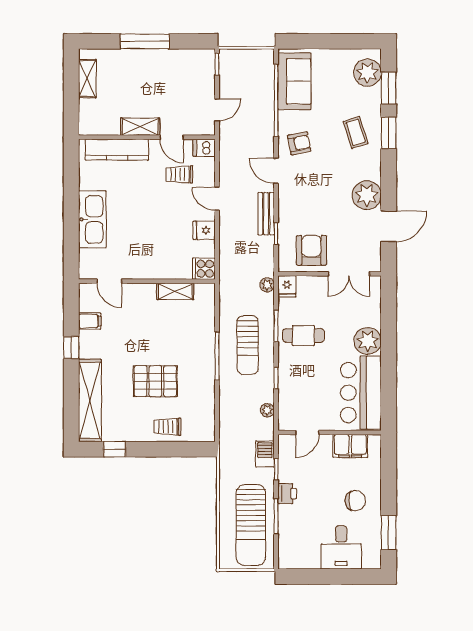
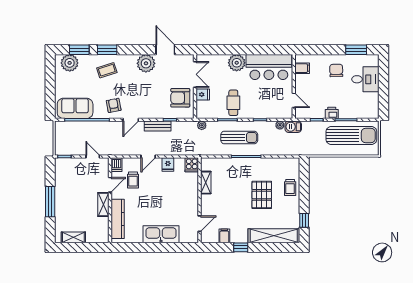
fridge: (287, 286) -> (203, 94), moved
filing cabinet: (350, 446) -> (302, 68), width x0.50
barbecue: (265, 454) -> (293, 127), moved

